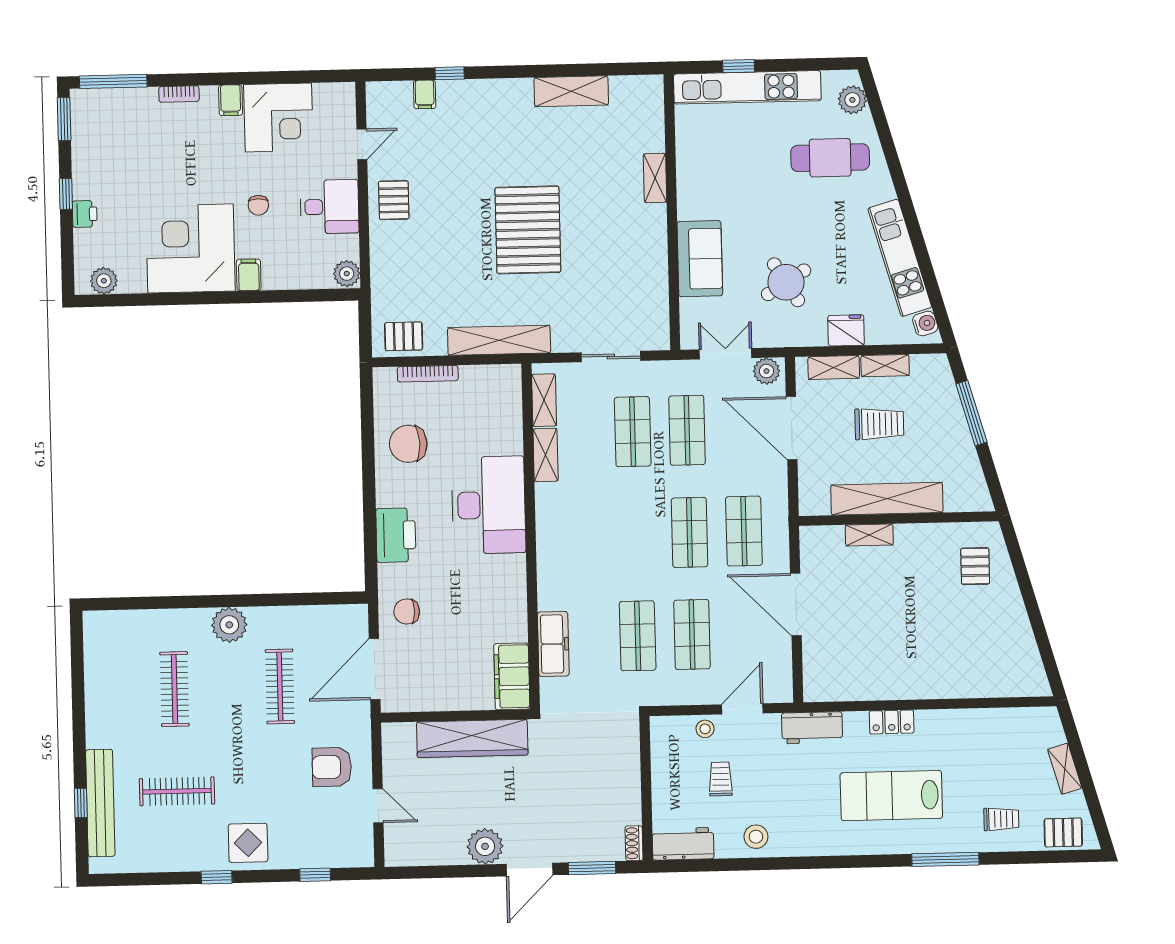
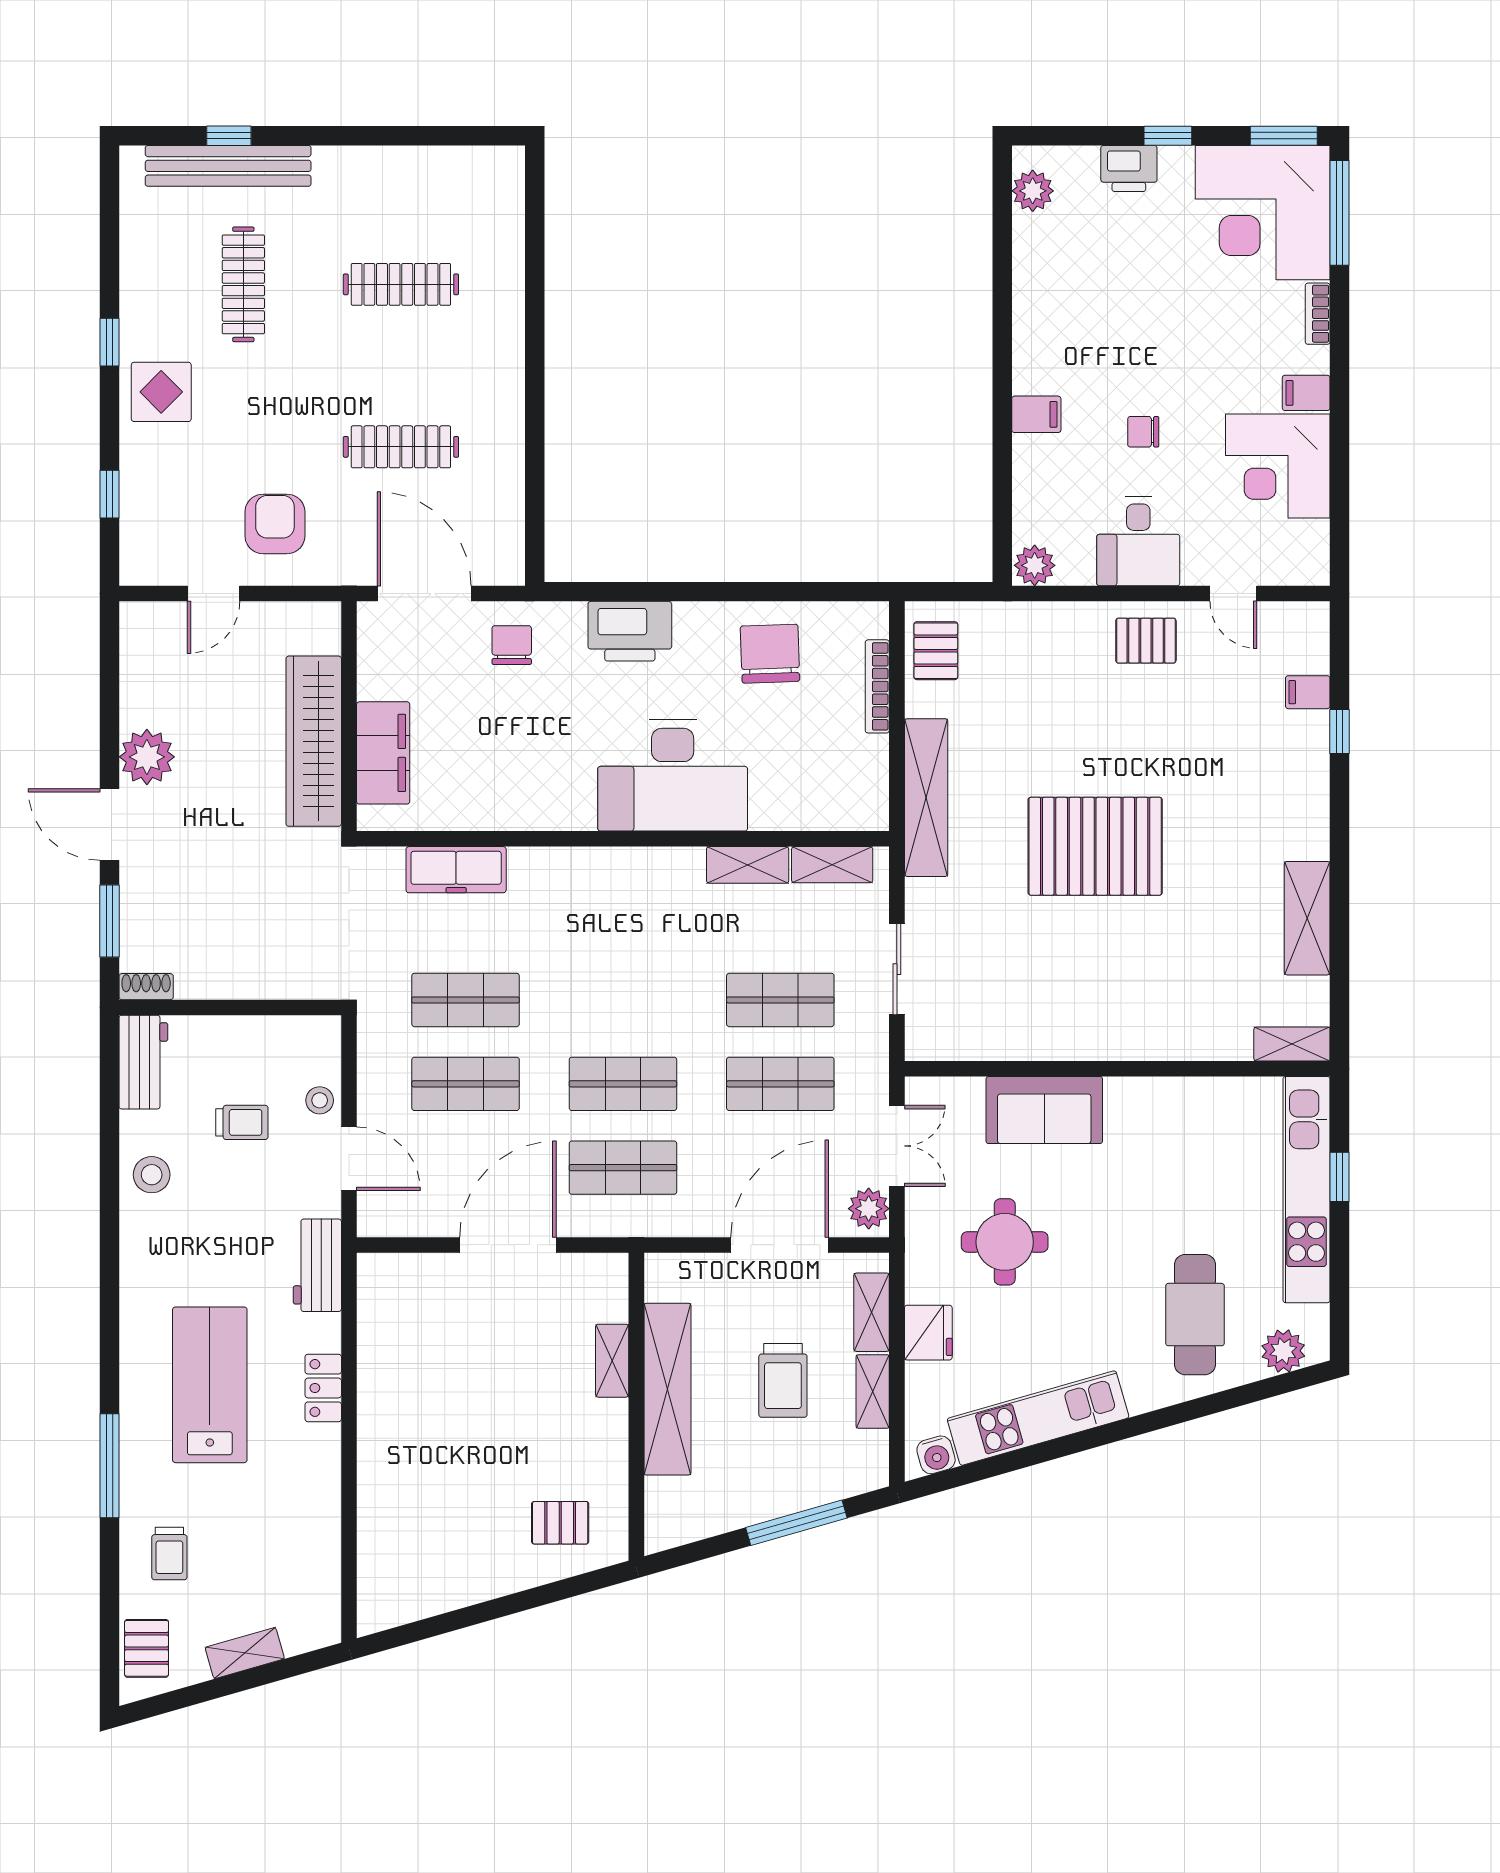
shelving: (655, 178) -> (1292, 1044), moved
printer: (85, 214) -> (1129, 168), width x1.36, depth x1.24
corner desk: (190, 248) -> (1263, 213), moved, turned 180
round table: (786, 282) -> (1005, 1242), turned 32
plant: (229, 625) -> (498, 371), removed
filing cabinet: (512, 676) -> (383, 753), moved, turned 90

